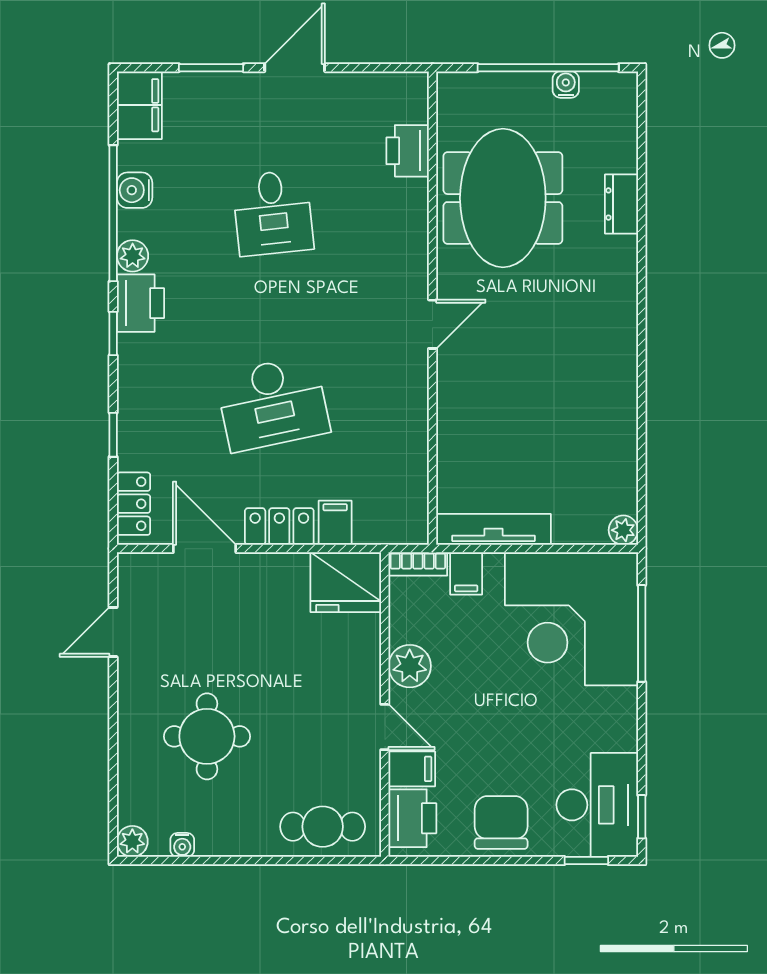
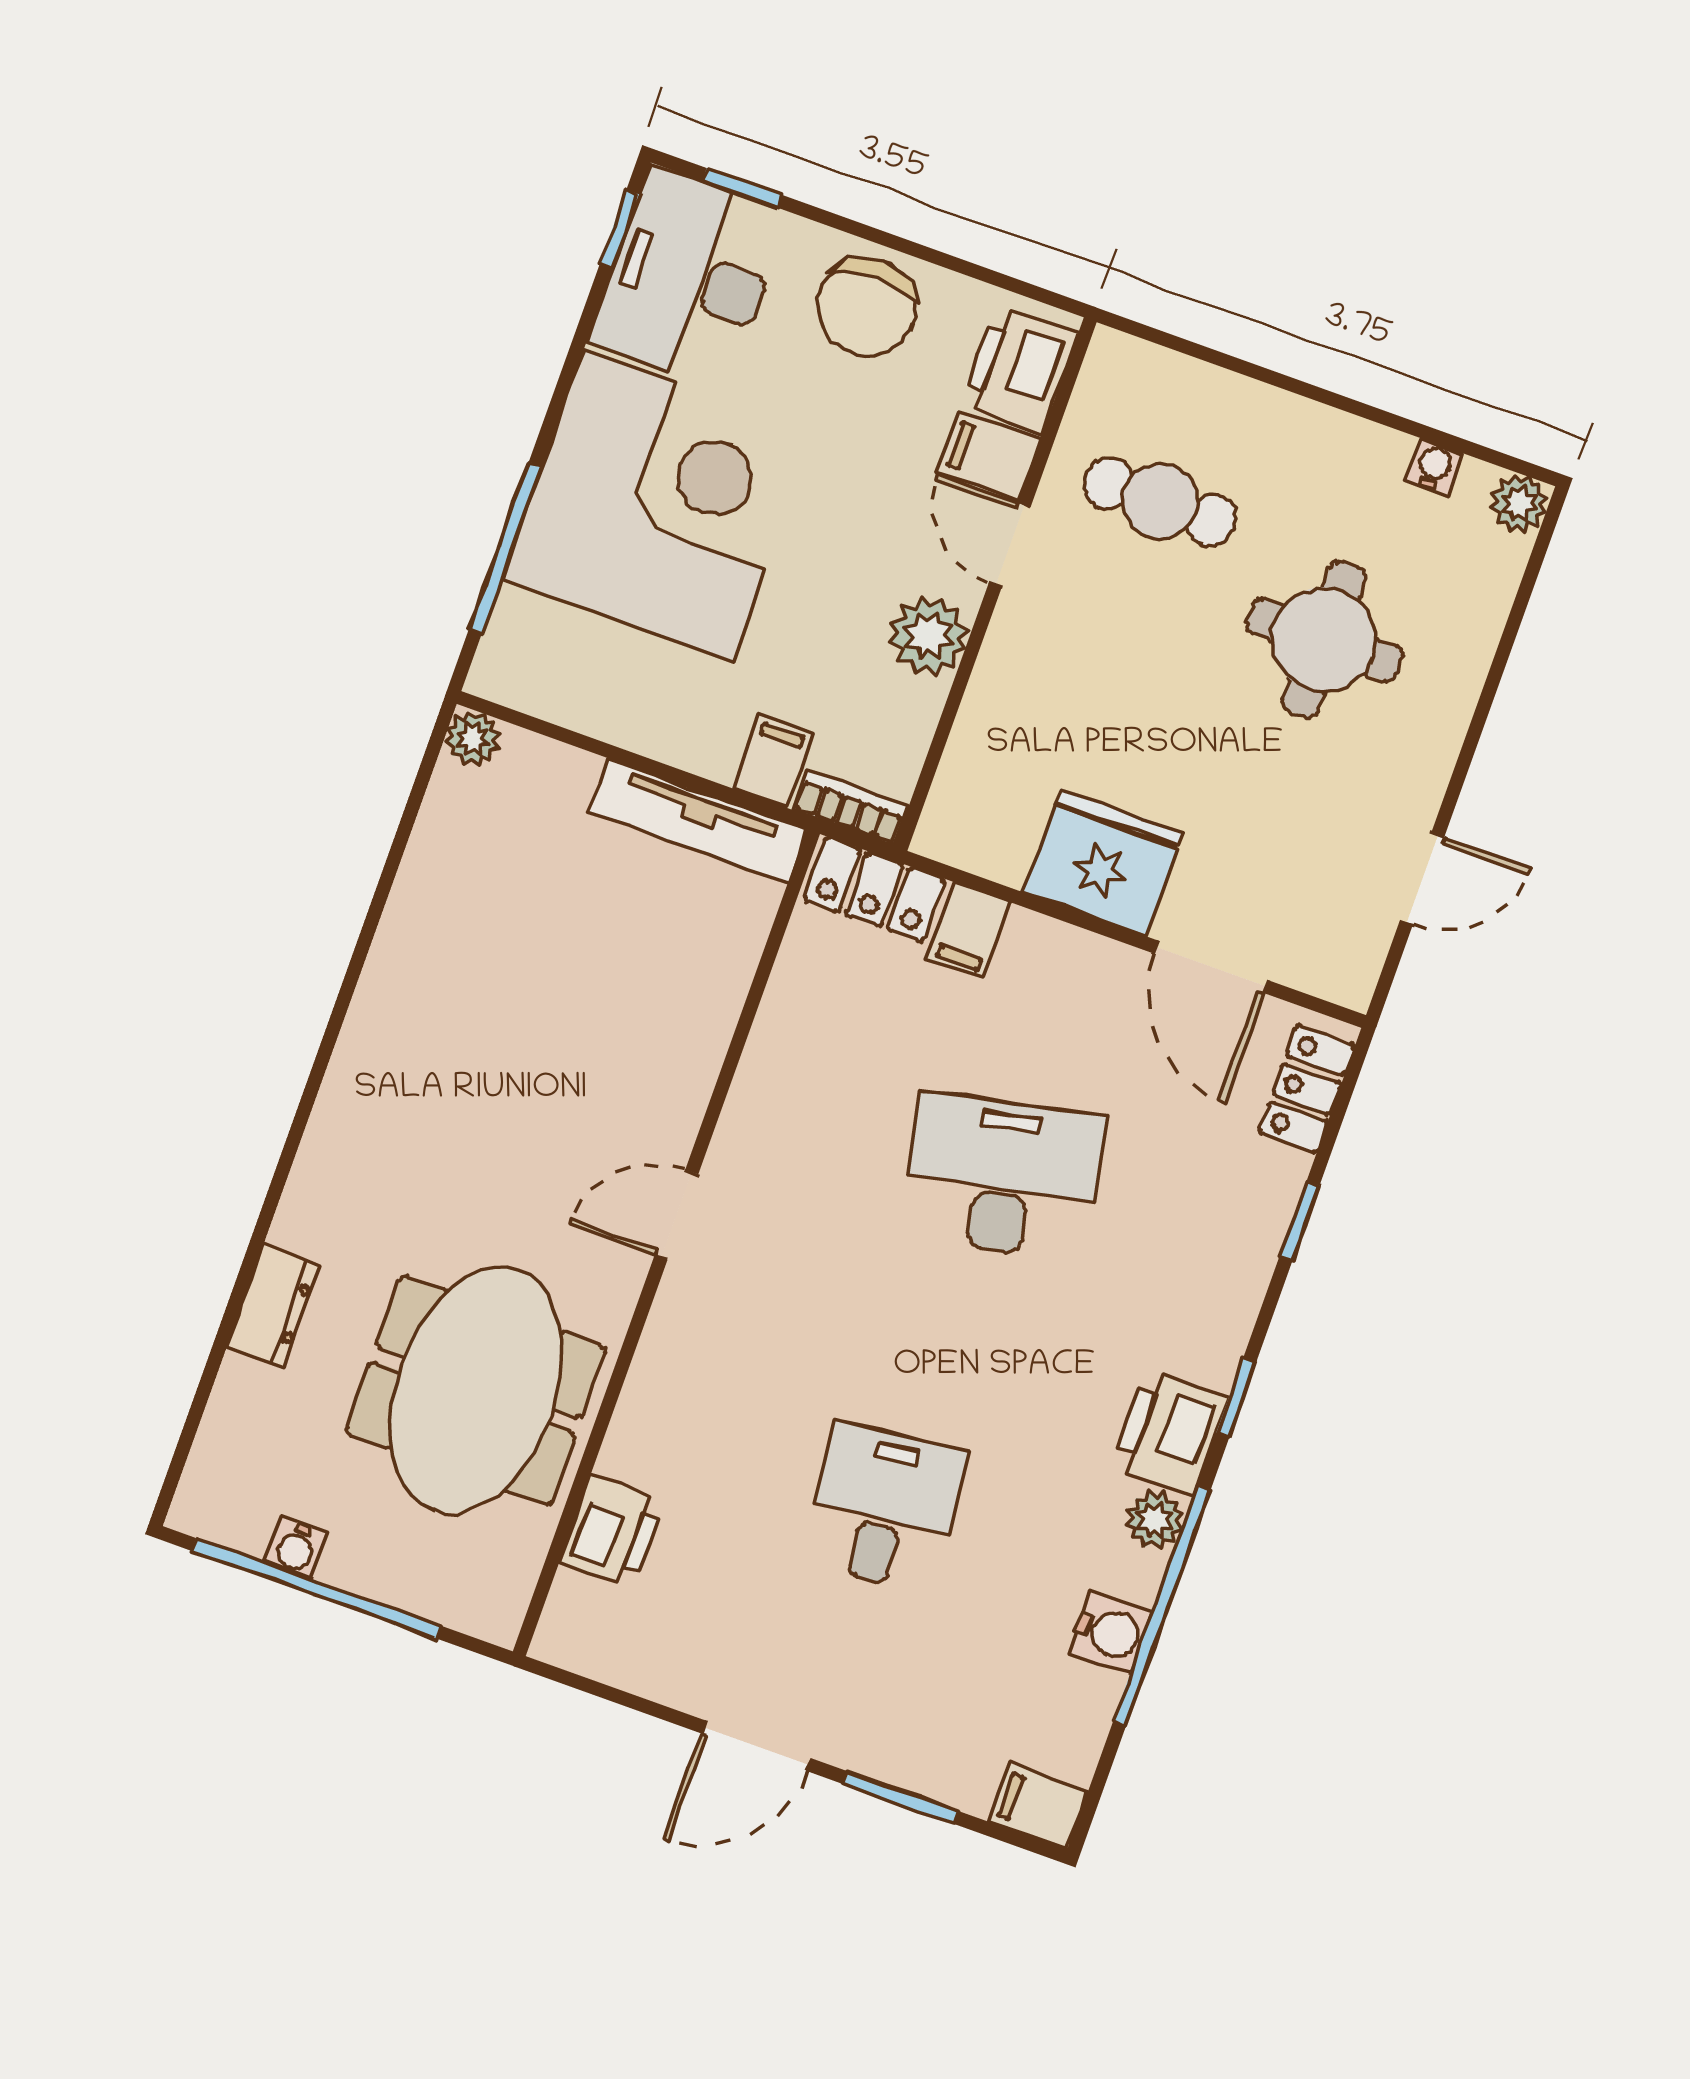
filing cabinet: (139, 105) -> (1039, 1807), width x0.50
locker: (279, 526) -> (874, 889), moved
fridge: (346, 582) -> (1103, 862), moved
corner desk: (571, 619) -> (658, 505), moved
cafe table: (323, 827) -> (1160, 502), moved

